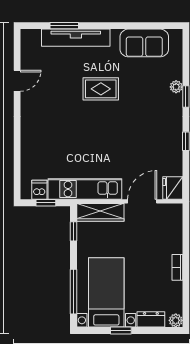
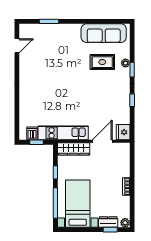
tv unit: (76, 38) -> (57, 30), removed
sofa: (144, 43) -> (104, 33), width x1.36
door: (17, 81) -> (17, 46), moved
rug: (101, 89) -> (102, 62), moved
window: (74, 231) -> (55, 172), moved
window: (121, 331) -> (110, 230), moved

